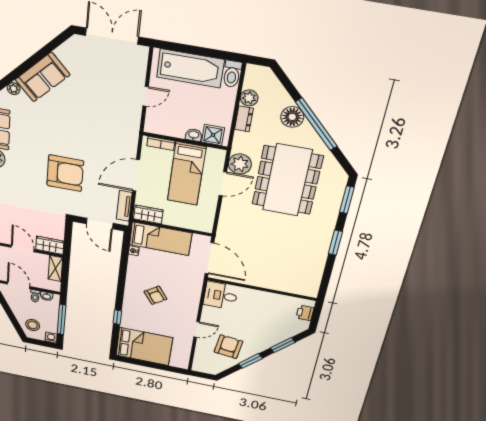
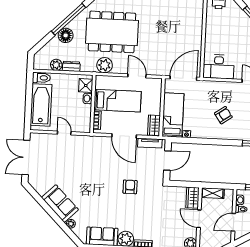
armchair: (65, 173) -> (130, 187), width x0.53, depth x0.53
door: (223, 184) -> (137, 76), moved
door: (23, 248) -> (199, 219), hinge flipped
desk: (221, 296) -> (219, 67), width x1.37

